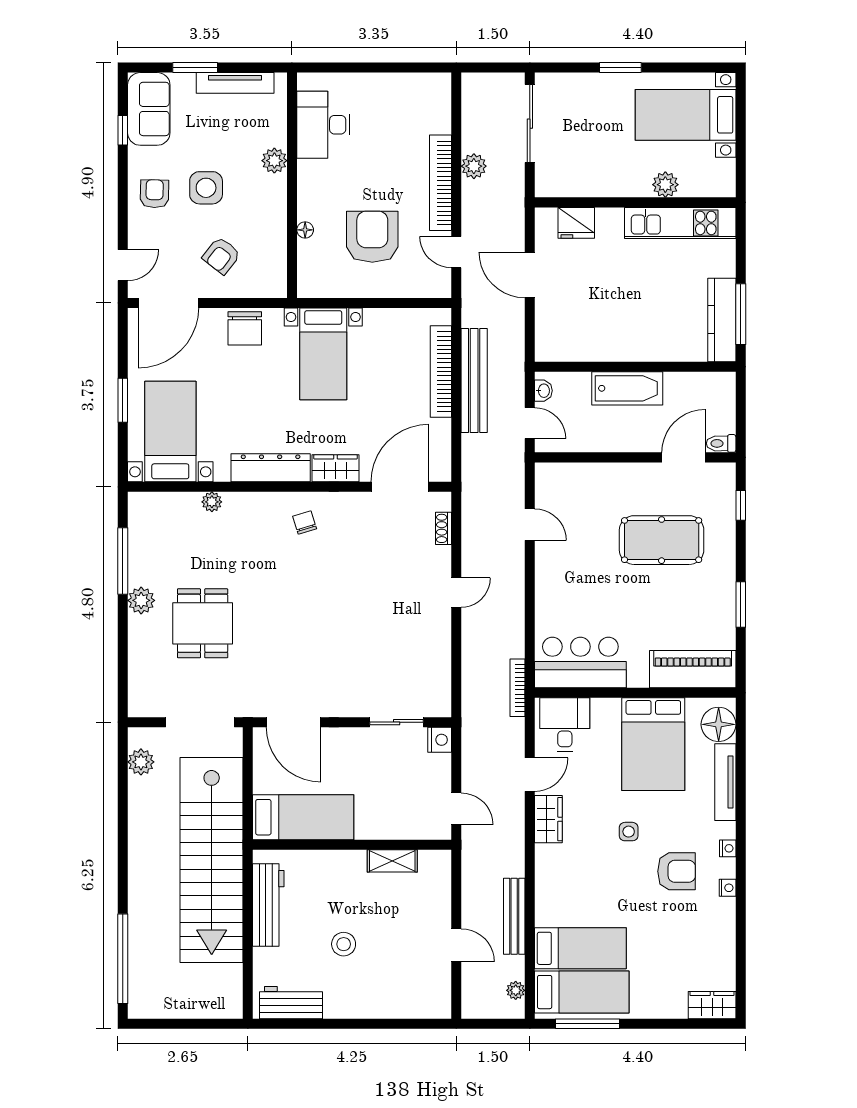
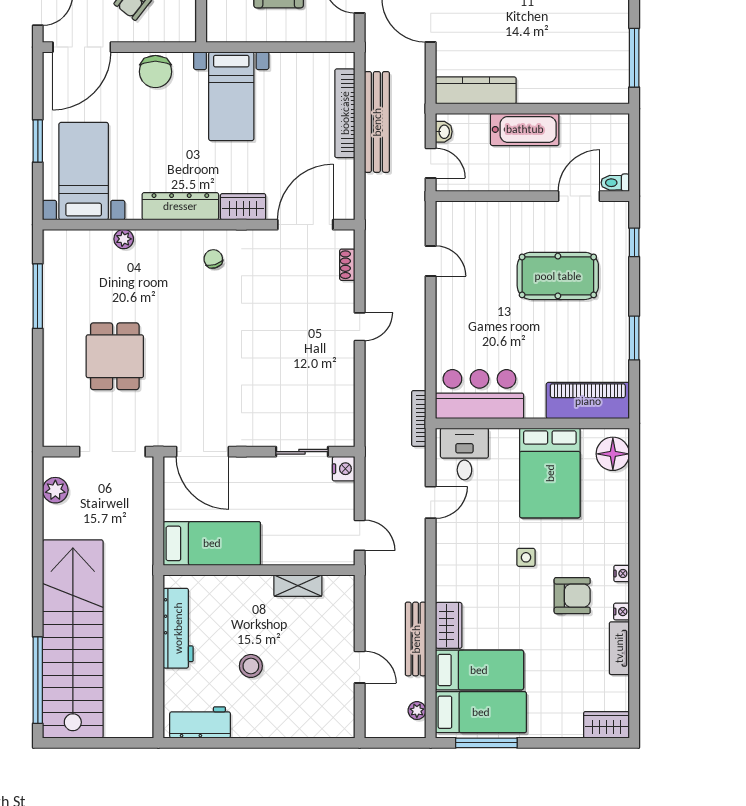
kitchen counter: (722, 320) -> (476, 90), moved, turned 90
plant: (141, 600) -> (56, 334), removed
tv unit: (725, 782) -> (619, 648), moved, width x0.71
wardrobe: (548, 819) -> (449, 625), moved
stairs: (212, 860) -> (73, 639), moved, turned 180

